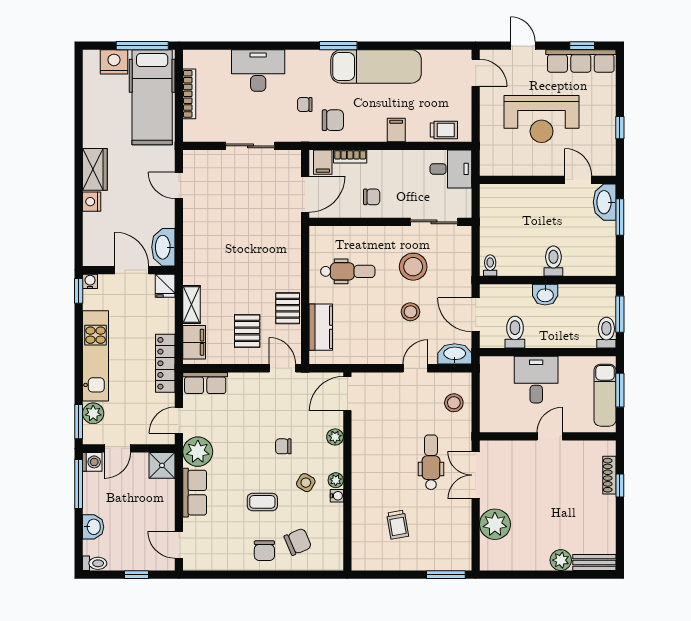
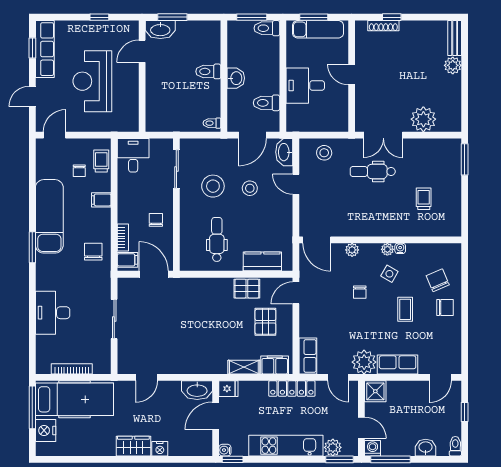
chair: (305, 105) -> (79, 171), moved
reception desk: (542, 119) -> (92, 81), turned 180
pallet: (247, 331) -> (265, 322), turned 90
trolley: (398, 525) -> (424, 199), turned -80

